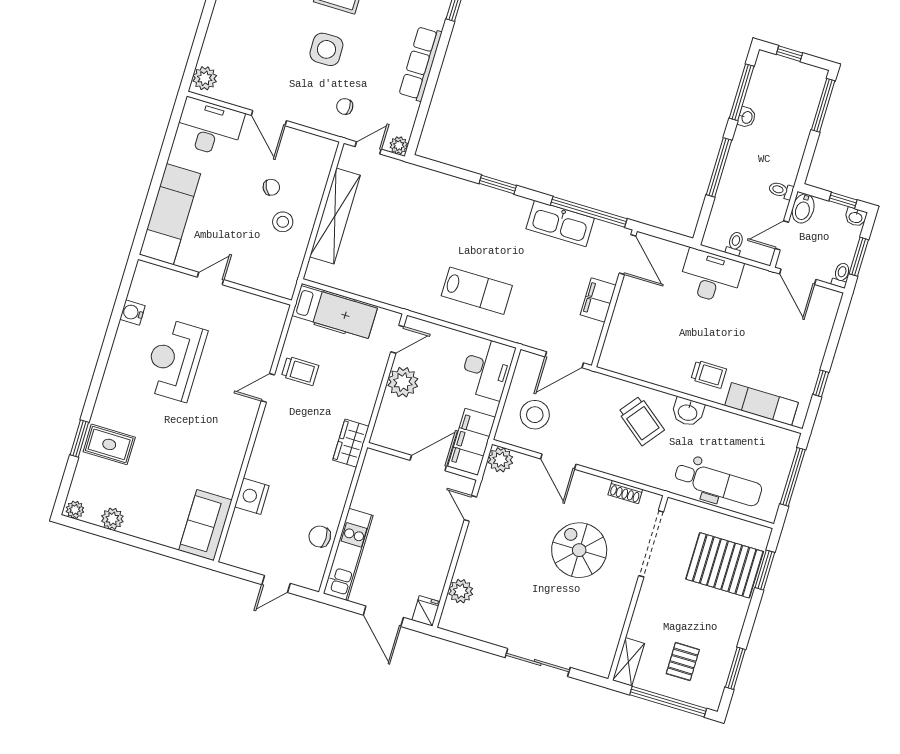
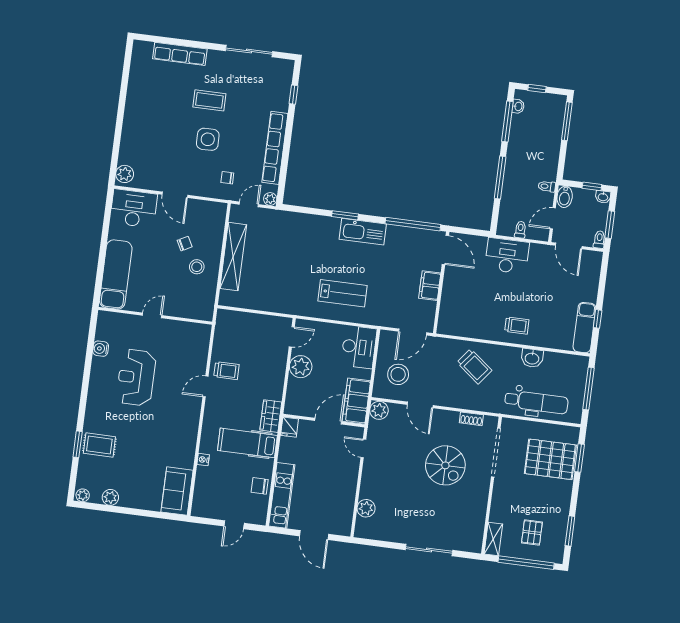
row of seats: (420, 64) -> (275, 148), width x1.36
washbasin: (747, 117) -> (518, 106), moved
kitchen sink: (560, 223) -> (363, 232), moved
hospital bed: (335, 312) -> (247, 443), moved, turned 180
exam couch: (761, 404) -> (584, 328), moved, turned -90
washbasin: (688, 412) -> (532, 358), moved
nightstand: (252, 496) -> (203, 460), width x0.53, depth x0.56
spiral stairs: (579, 550) -> (445, 465), turned 180
fridge: (426, 611) -> (289, 427), moved, turned 180

